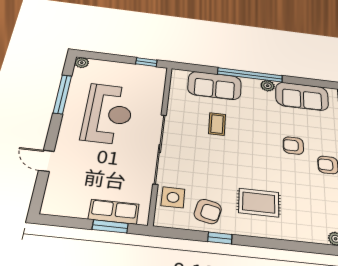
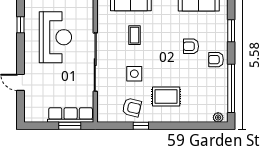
window: (62, 94) -> (20, 25), width x0.46
side table: (173, 197) -> (134, 74), moved
row of seats: (114, 212) -> (71, 115), width x1.48

